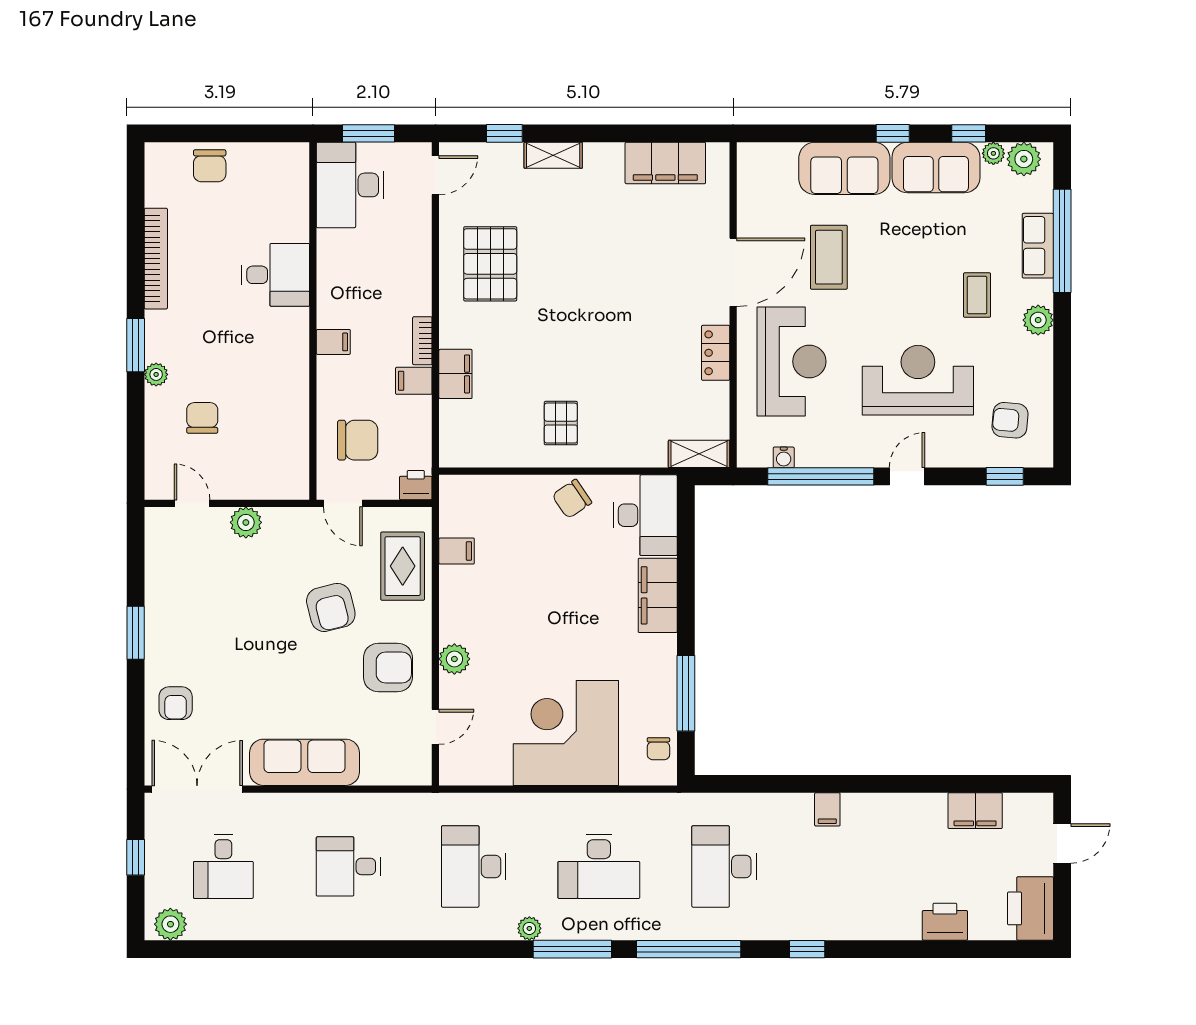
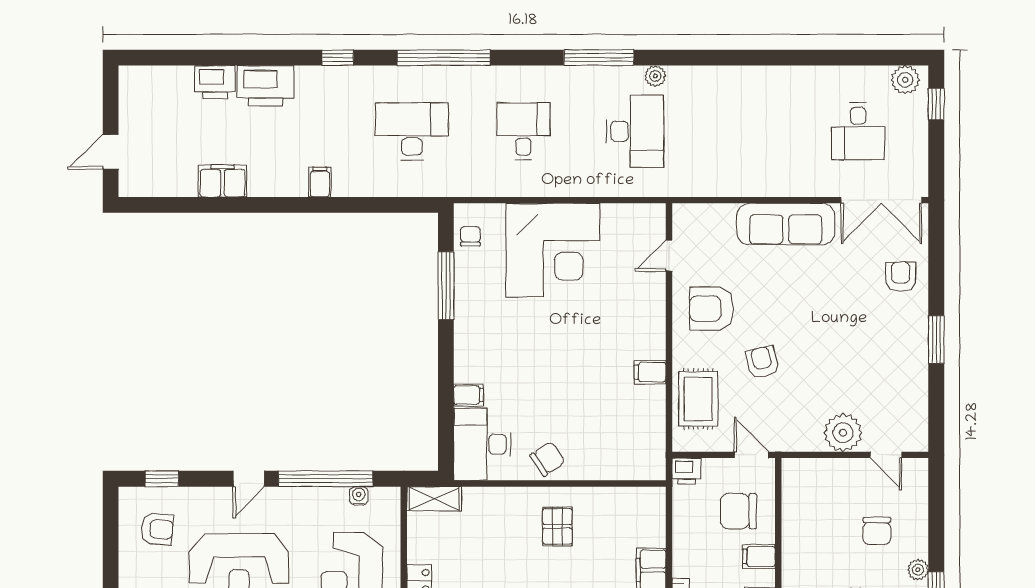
filing cabinet: (414, 381) -> (759, 557), moved, turned 180
plant: (246, 522) -> (843, 433), width x1.36, depth x1.36
filing cabinet: (457, 551) -> (650, 372), moved
filing cabinet: (658, 595) -> (469, 395), width x0.33, depth x0.86
armchair: (331, 607) -> (762, 362), width x0.72, depth x0.72
plant: (454, 659) -> (652, 316), removed
filing cabinet: (975, 811) -> (223, 181), moved
window: (136, 857) -> (936, 104), moved
desk: (223, 866) -> (858, 131), turned 180
desk: (349, 866) -> (747, 131), removed
desk: (599, 866) -> (523, 131), width x0.73
desk: (724, 866) -> (412, 131), turned -90
printer: (1030, 908) -> (266, 86), moved, turned 90
plant: (529, 928) -> (655, 76), moved
window: (572, 949) -> (599, 58), moved

